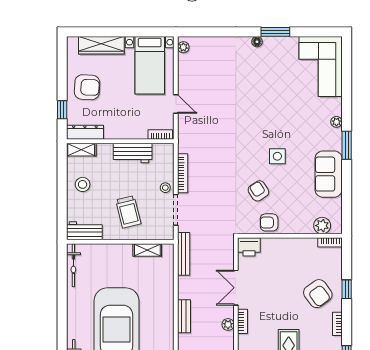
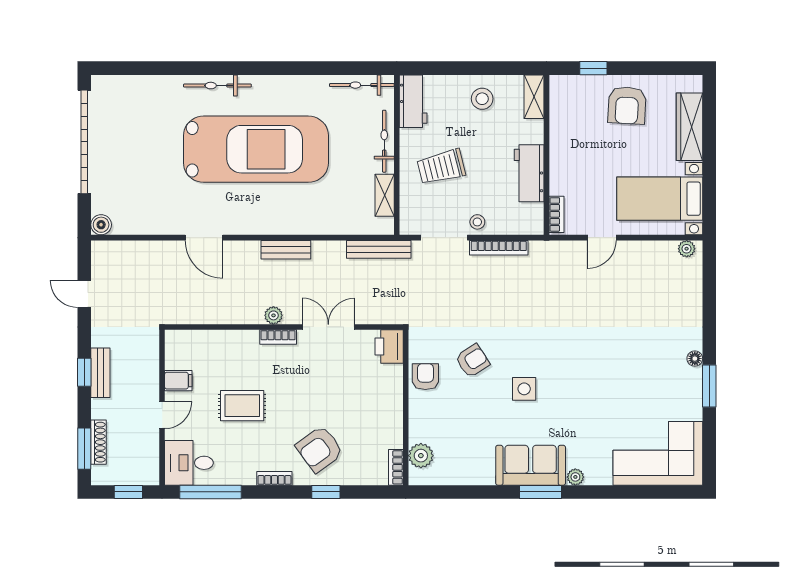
dresser: (85, 132) -> (560, 102), removed
sofa: (329, 174) -> (531, 465), moved
bicycle: (111, 250) -> (384, 141), added

